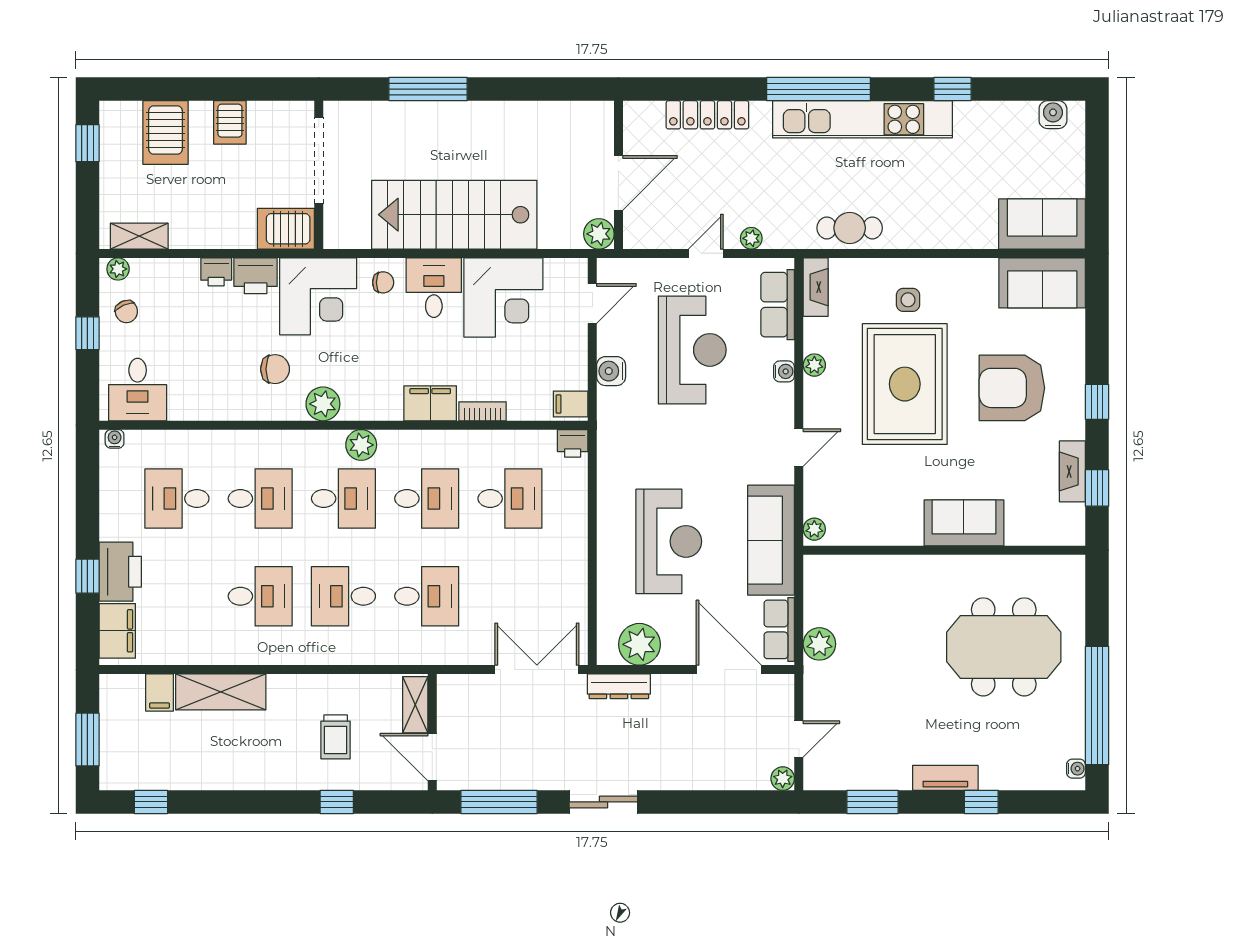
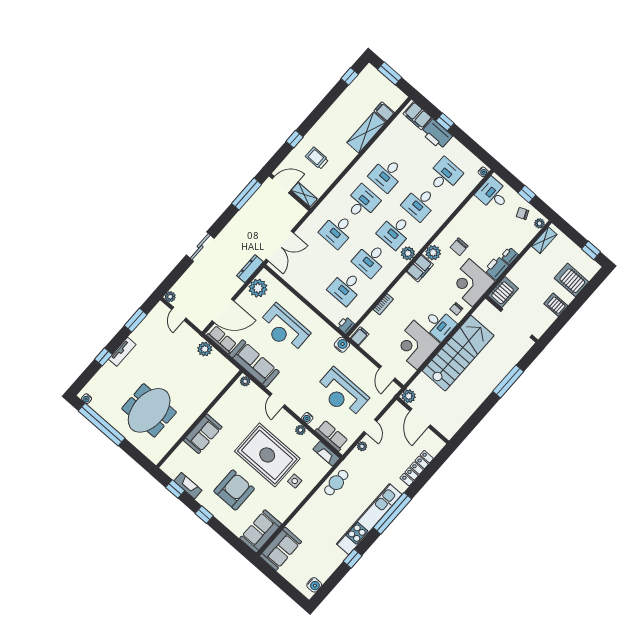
water cooler: (611, 371) -> (342, 345), moved
filing cabinet: (430, 403) -> (420, 268), moved
sliding door: (603, 802) -> (200, 247), moved

